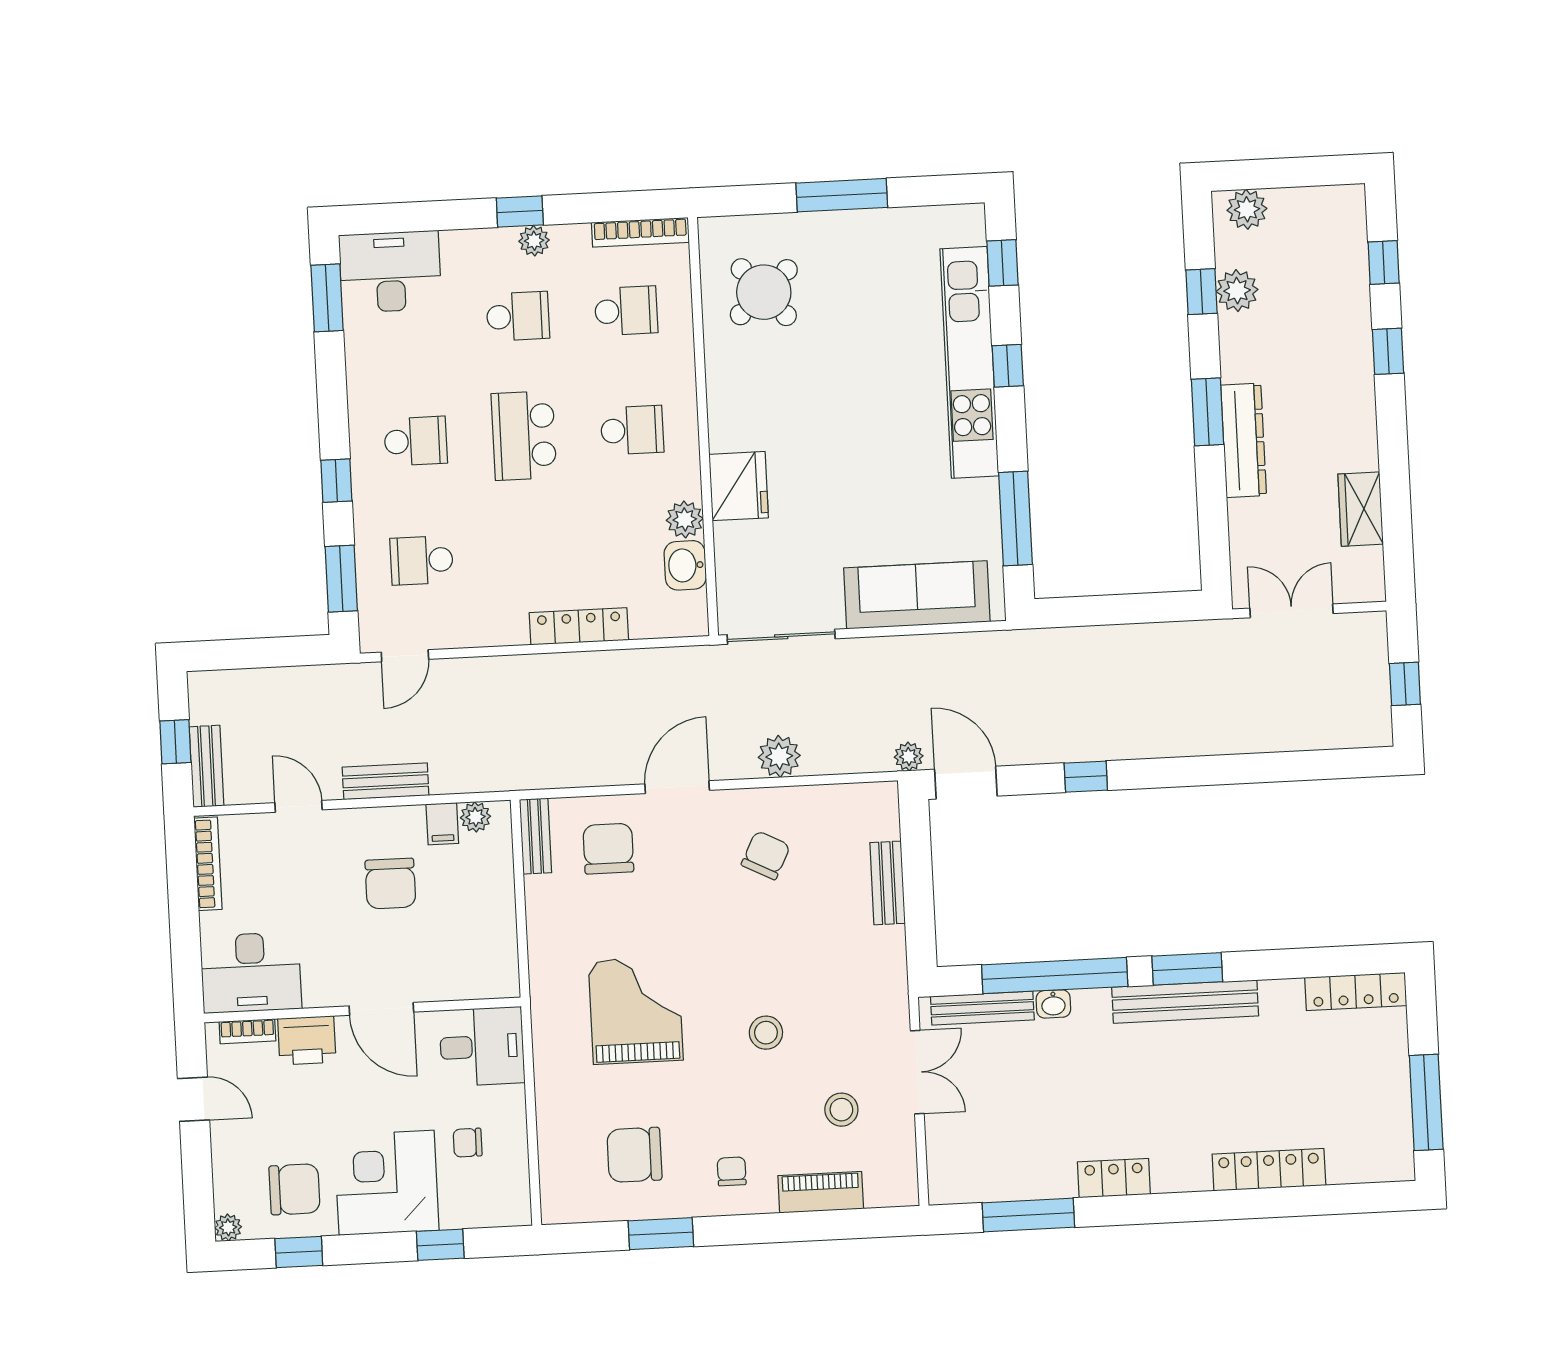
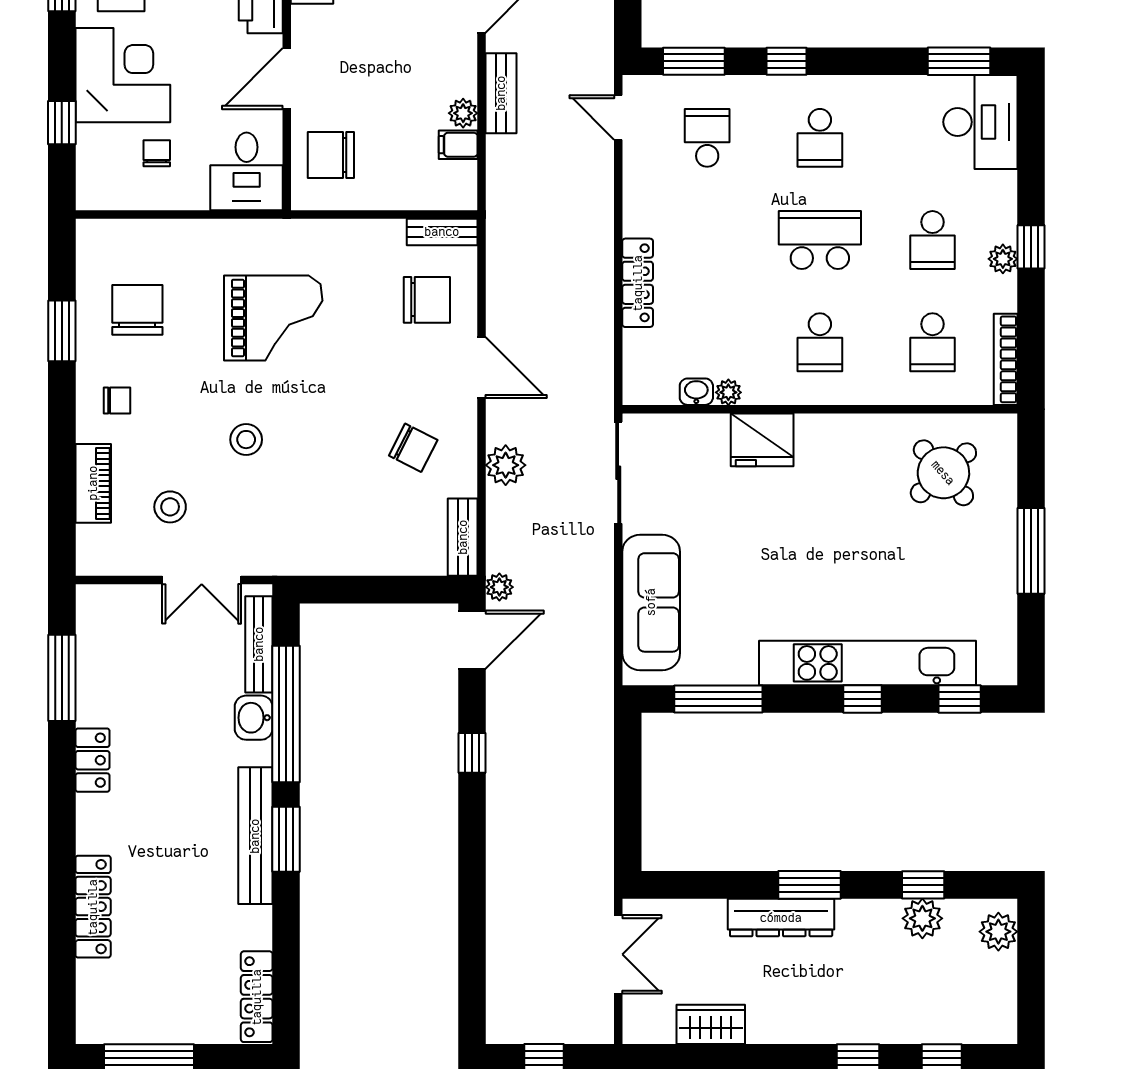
plant: (685, 519) -> (728, 392), width x0.73, depth x0.73
washbasin: (685, 565) -> (696, 392), width x0.72, depth x0.69
plant: (475, 817) -> (463, 113), moved
bench: (888, 883) -> (463, 537), moved, turned 90
chair: (390, 884) -> (331, 155), moved
washbasin: (1053, 1004) -> (254, 718), width x1.38, depth x1.45

